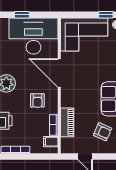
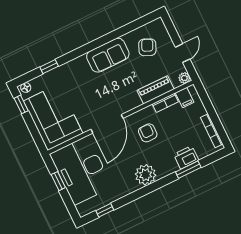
window: (22, 15) -> (58, 181), moved
armchair: (37, 100) -> (148, 133), turned -90
plant: (66, 149) -> (184, 78), added

